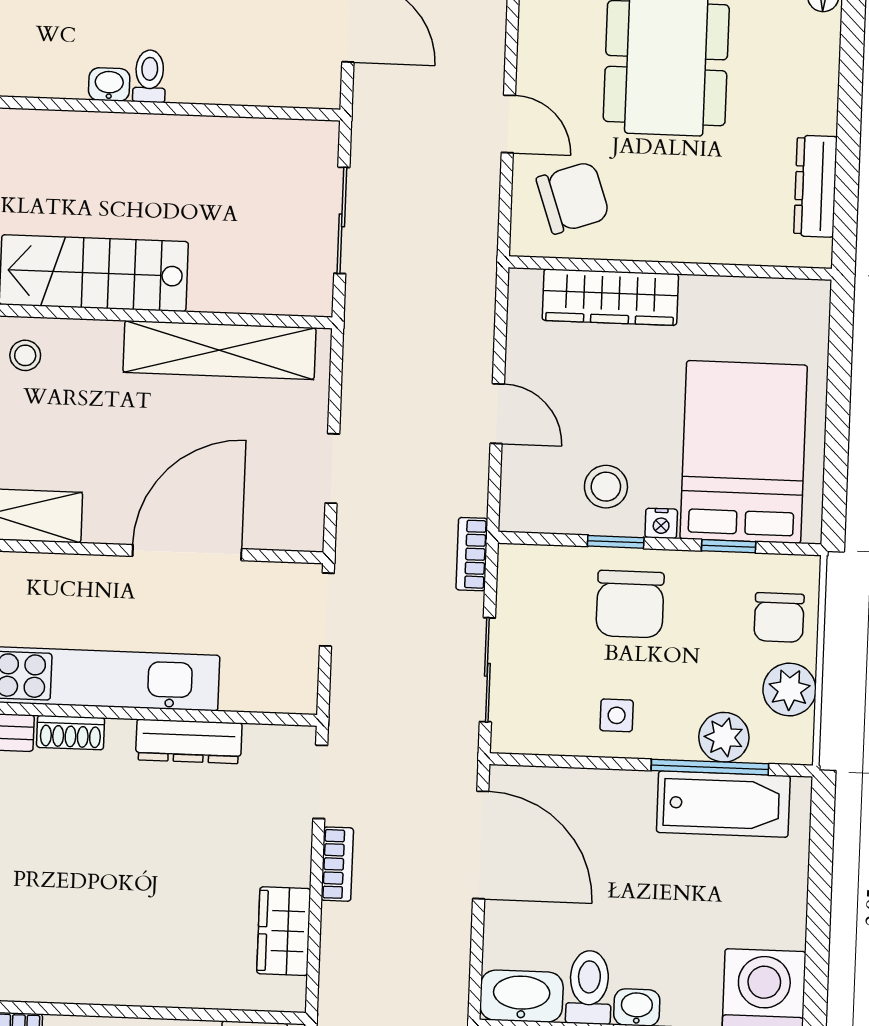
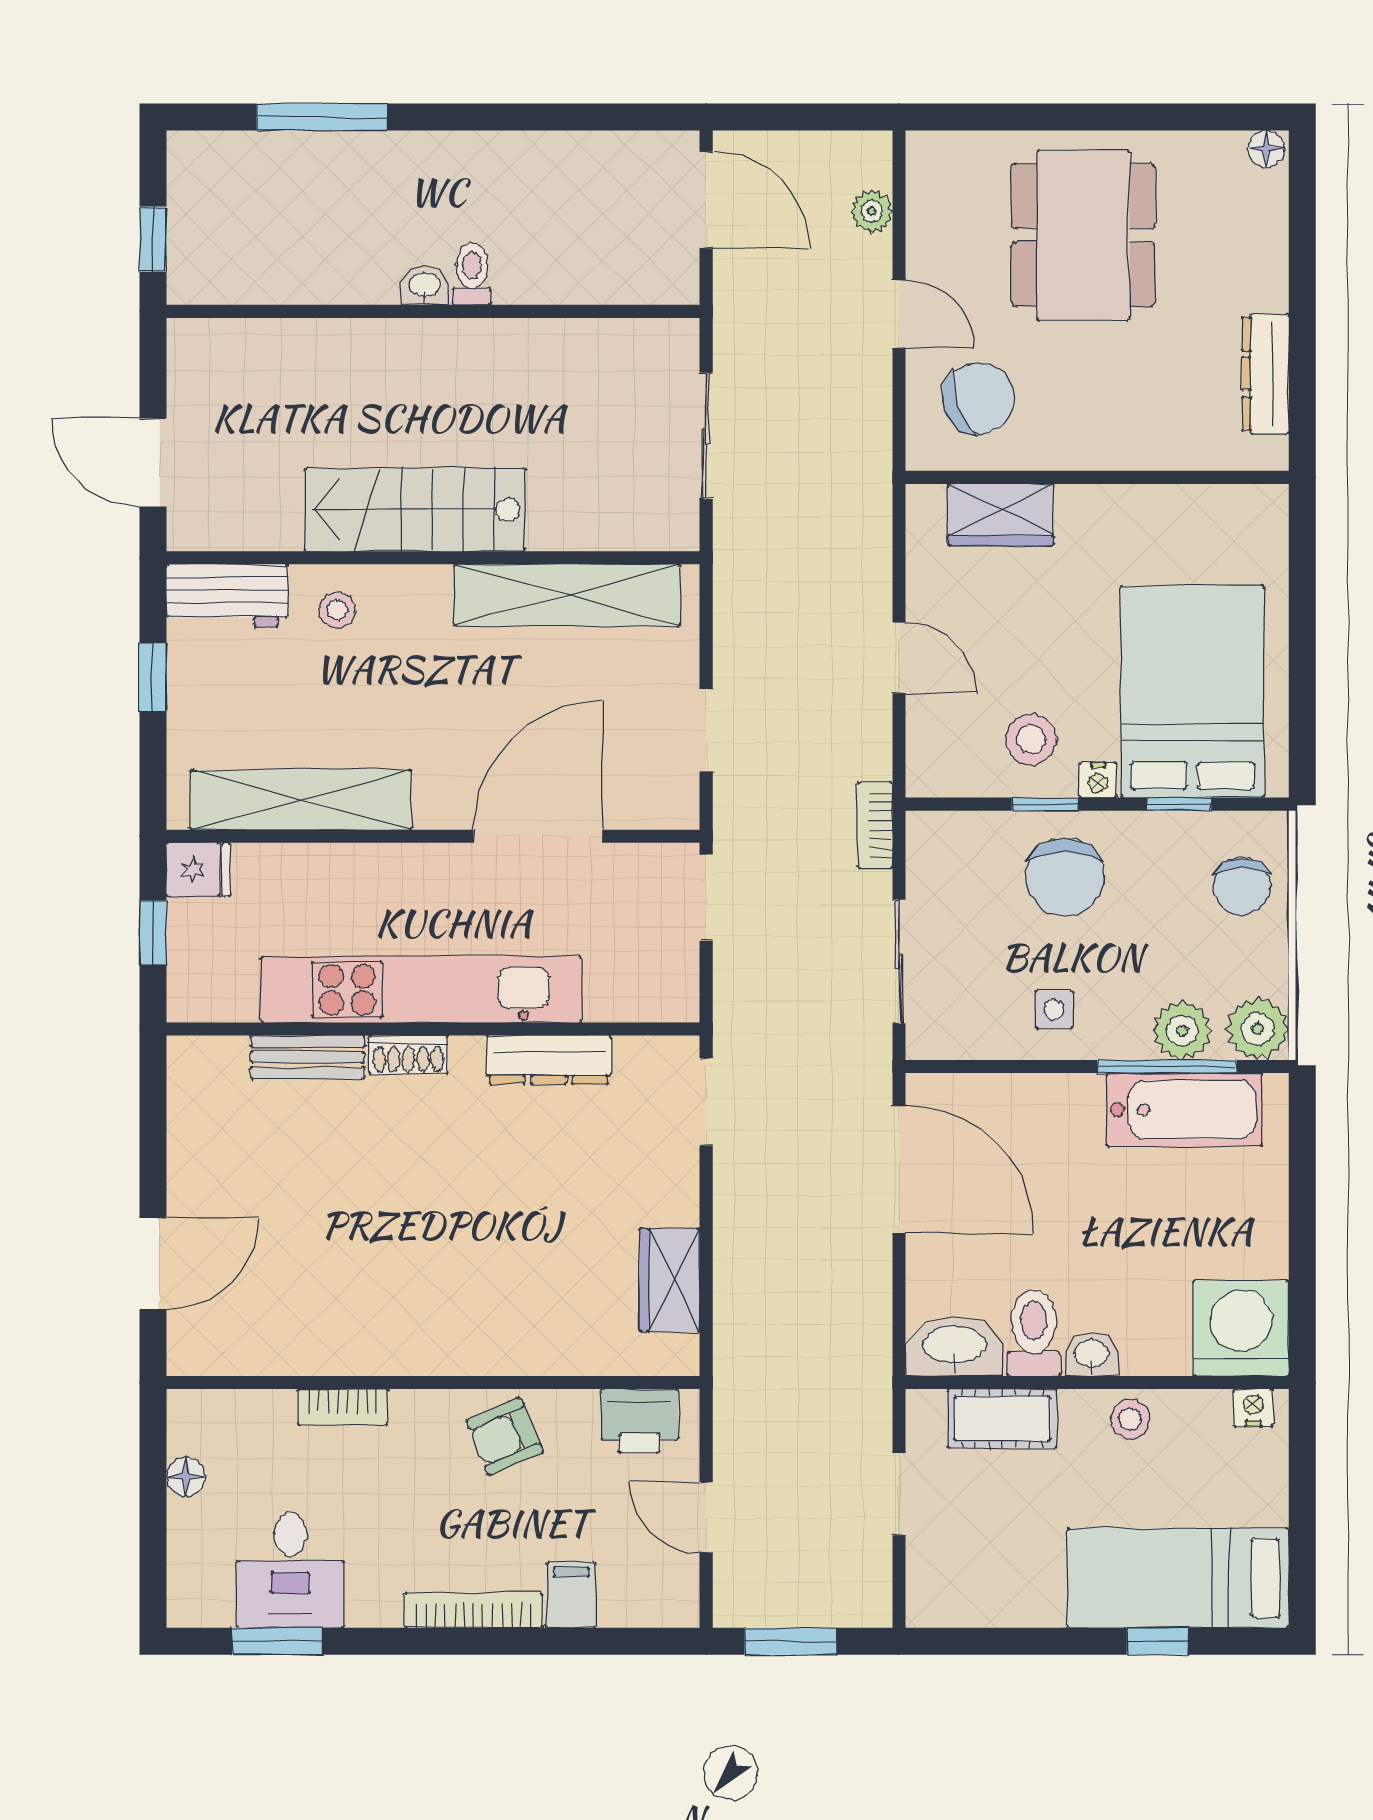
plant: (489, 36) -> (872, 211), added
wardrobe: (610, 297) -> (1001, 515), width x0.67
plant: (789, 689) -> (1258, 1029), moved
bookcase: (337, 864) -> (730, 1198), removed

